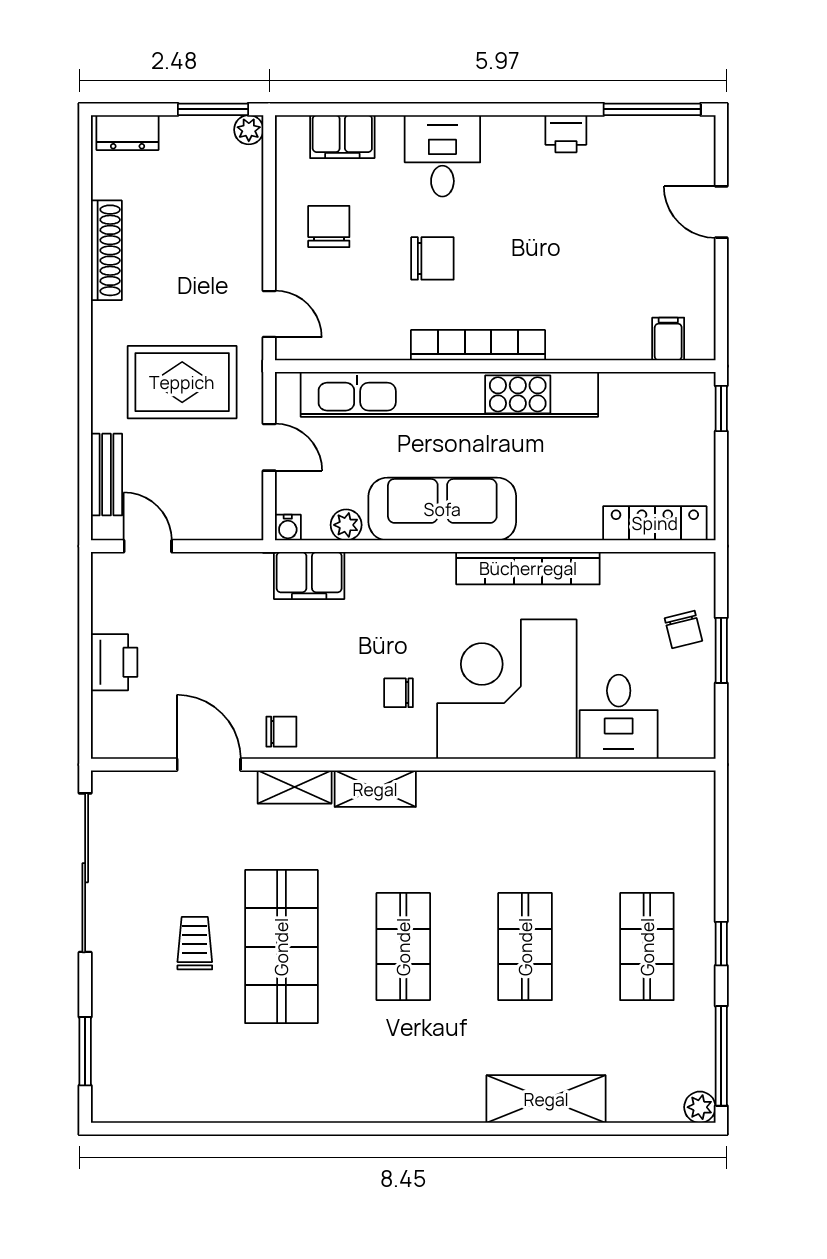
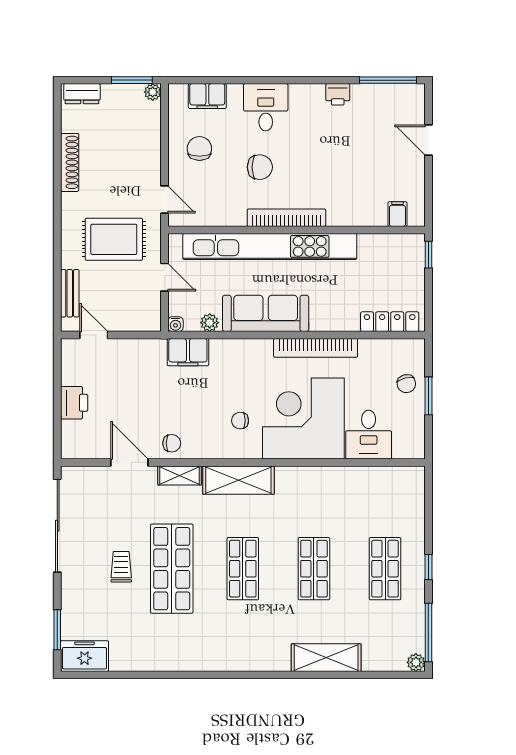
shelving: (375, 789) -> (238, 480), width x1.50, depth x1.33
freezer: (132, 1096) -> (84, 656), added

